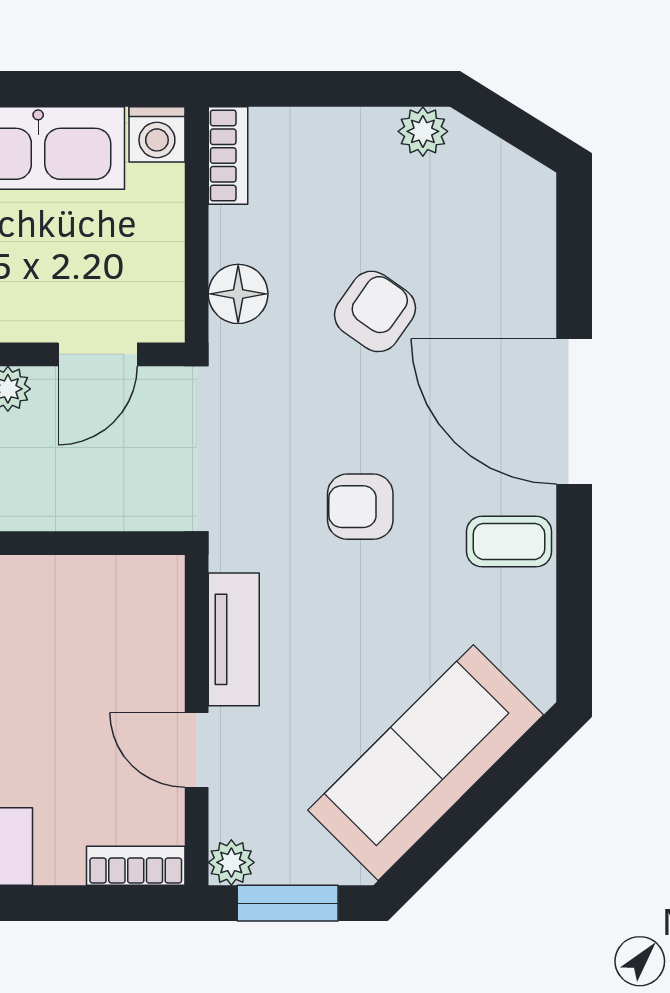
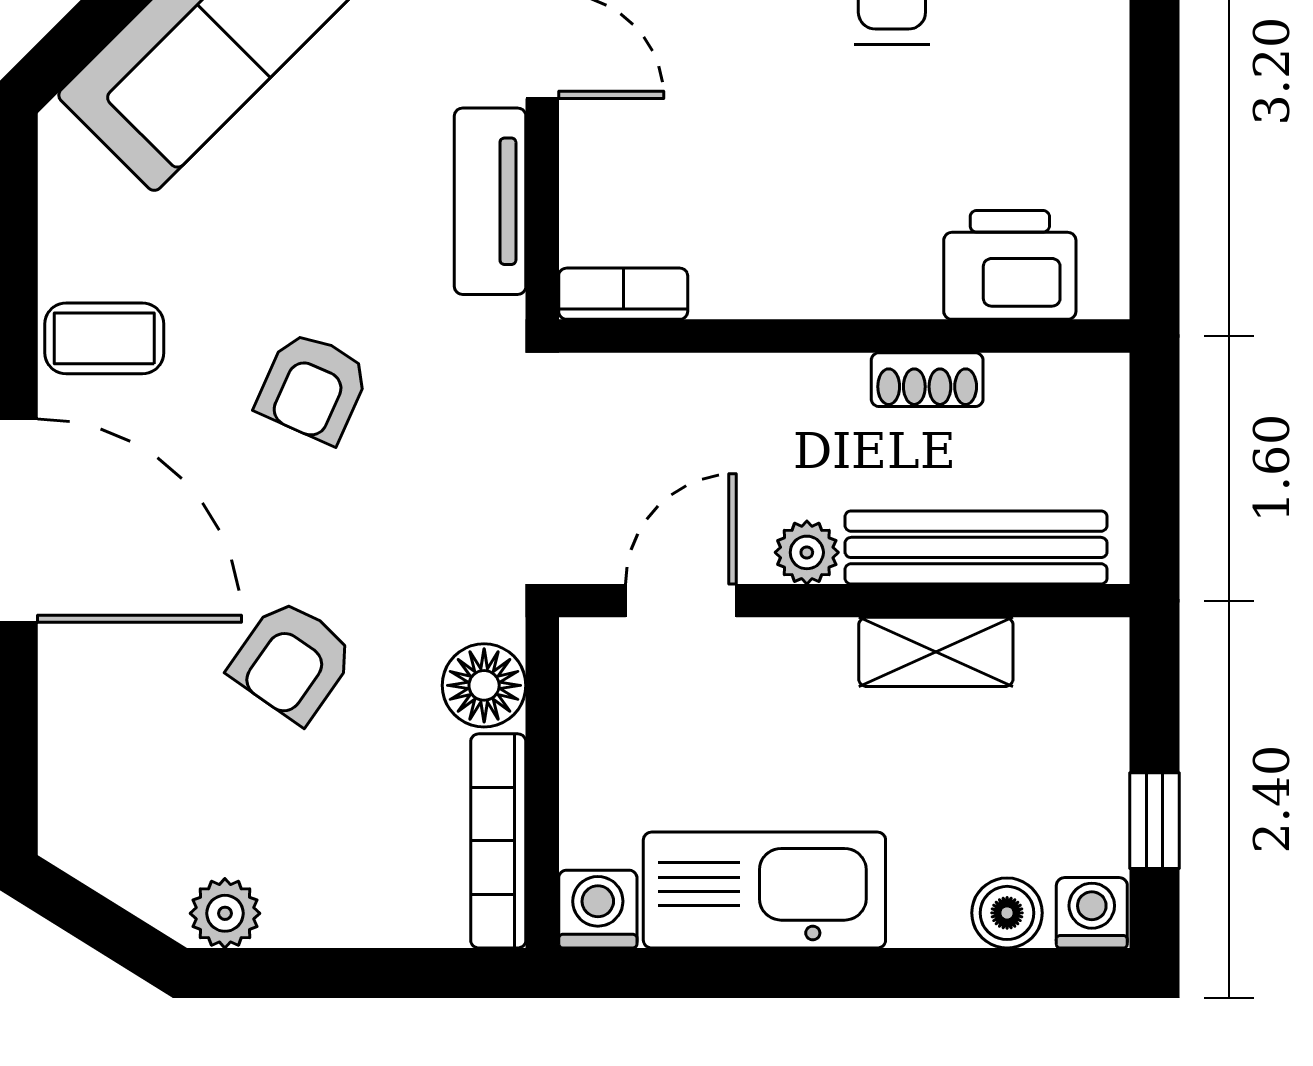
bookcase: (228, 156) -> (498, 841), width x1.56
armchair: (360, 507) -> (313, 387), turned 114
bookcase: (139, 573) -> (623, 294), added

